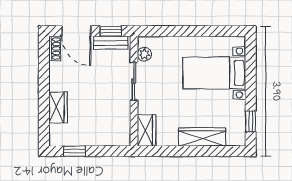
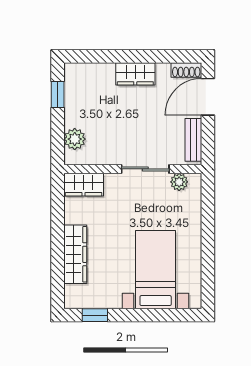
window: (111, 31) -> (208, 140), removed
wardrobe: (58, 107) -> (135, 74), moved
plant: (110, 138) -> (75, 139), added

